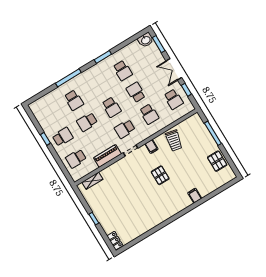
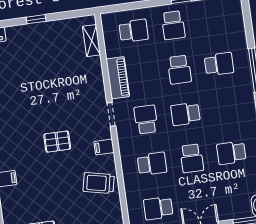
school desk: (136, 92) -> (192, 158), turned 90
school desk: (74, 100) -> (219, 64), turned 180
school desk: (149, 114) -> (152, 164), turned 180
school desk: (87, 122) -> (179, 70), turned 180
school desk: (76, 159) -> (134, 31), turned 90

